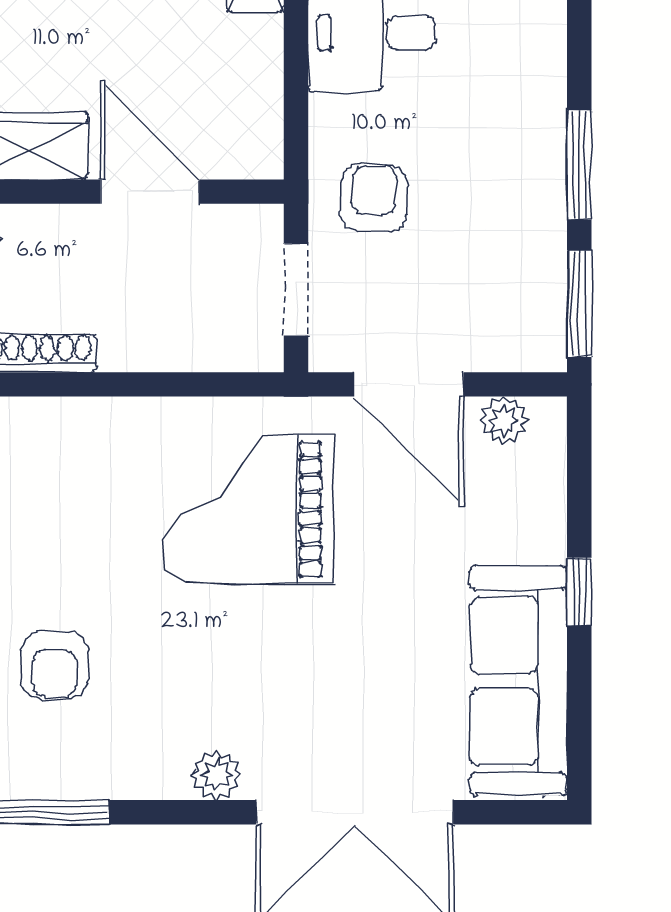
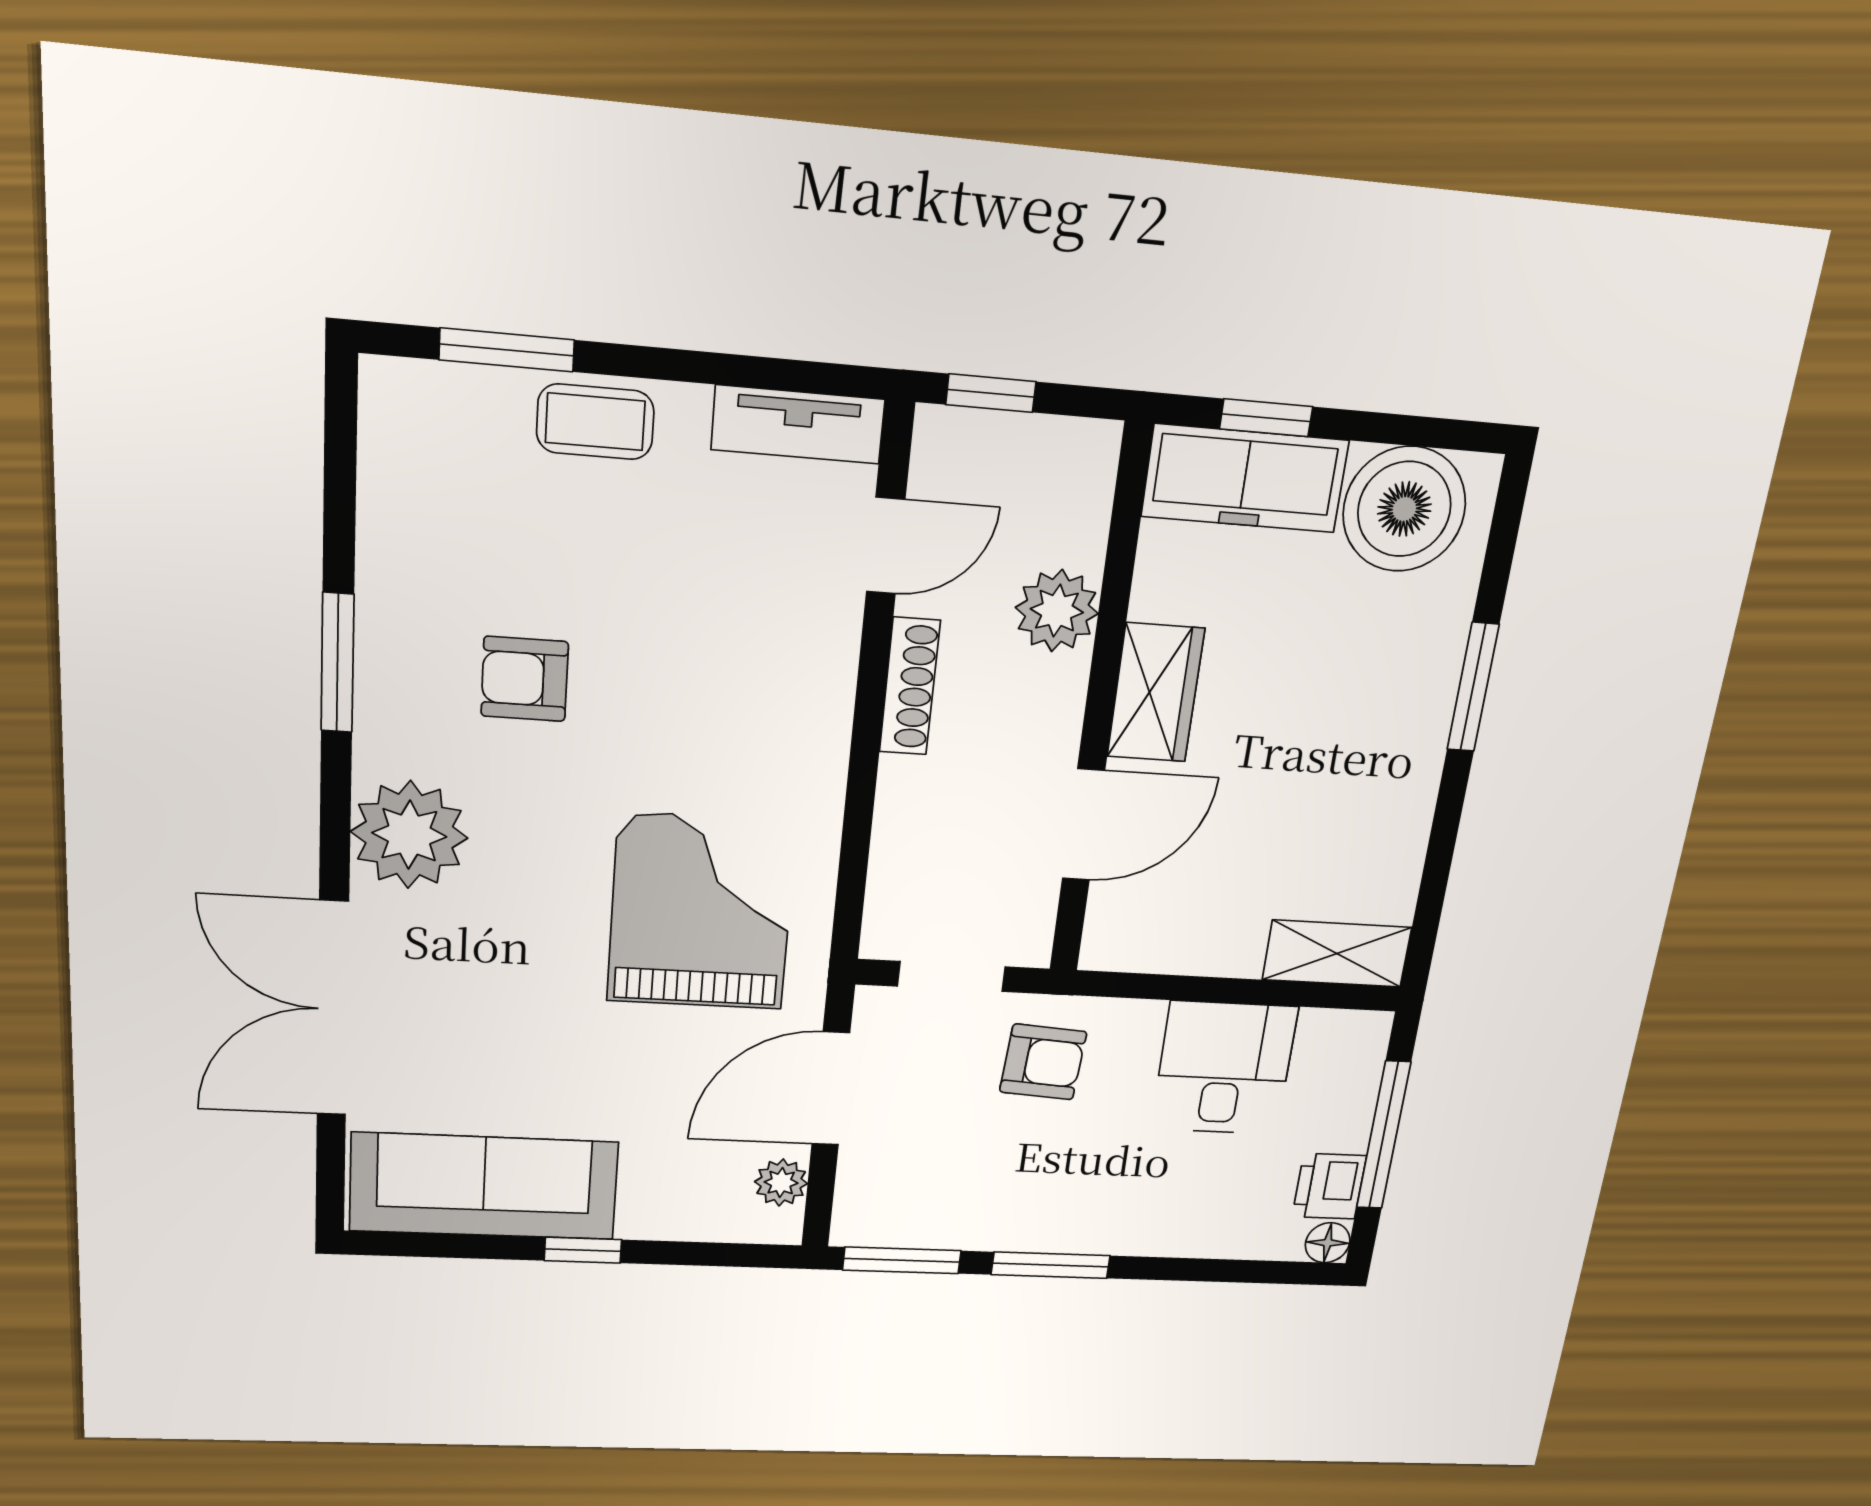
plant: (216, 775) -> (409, 835), width x1.88, depth x1.88

